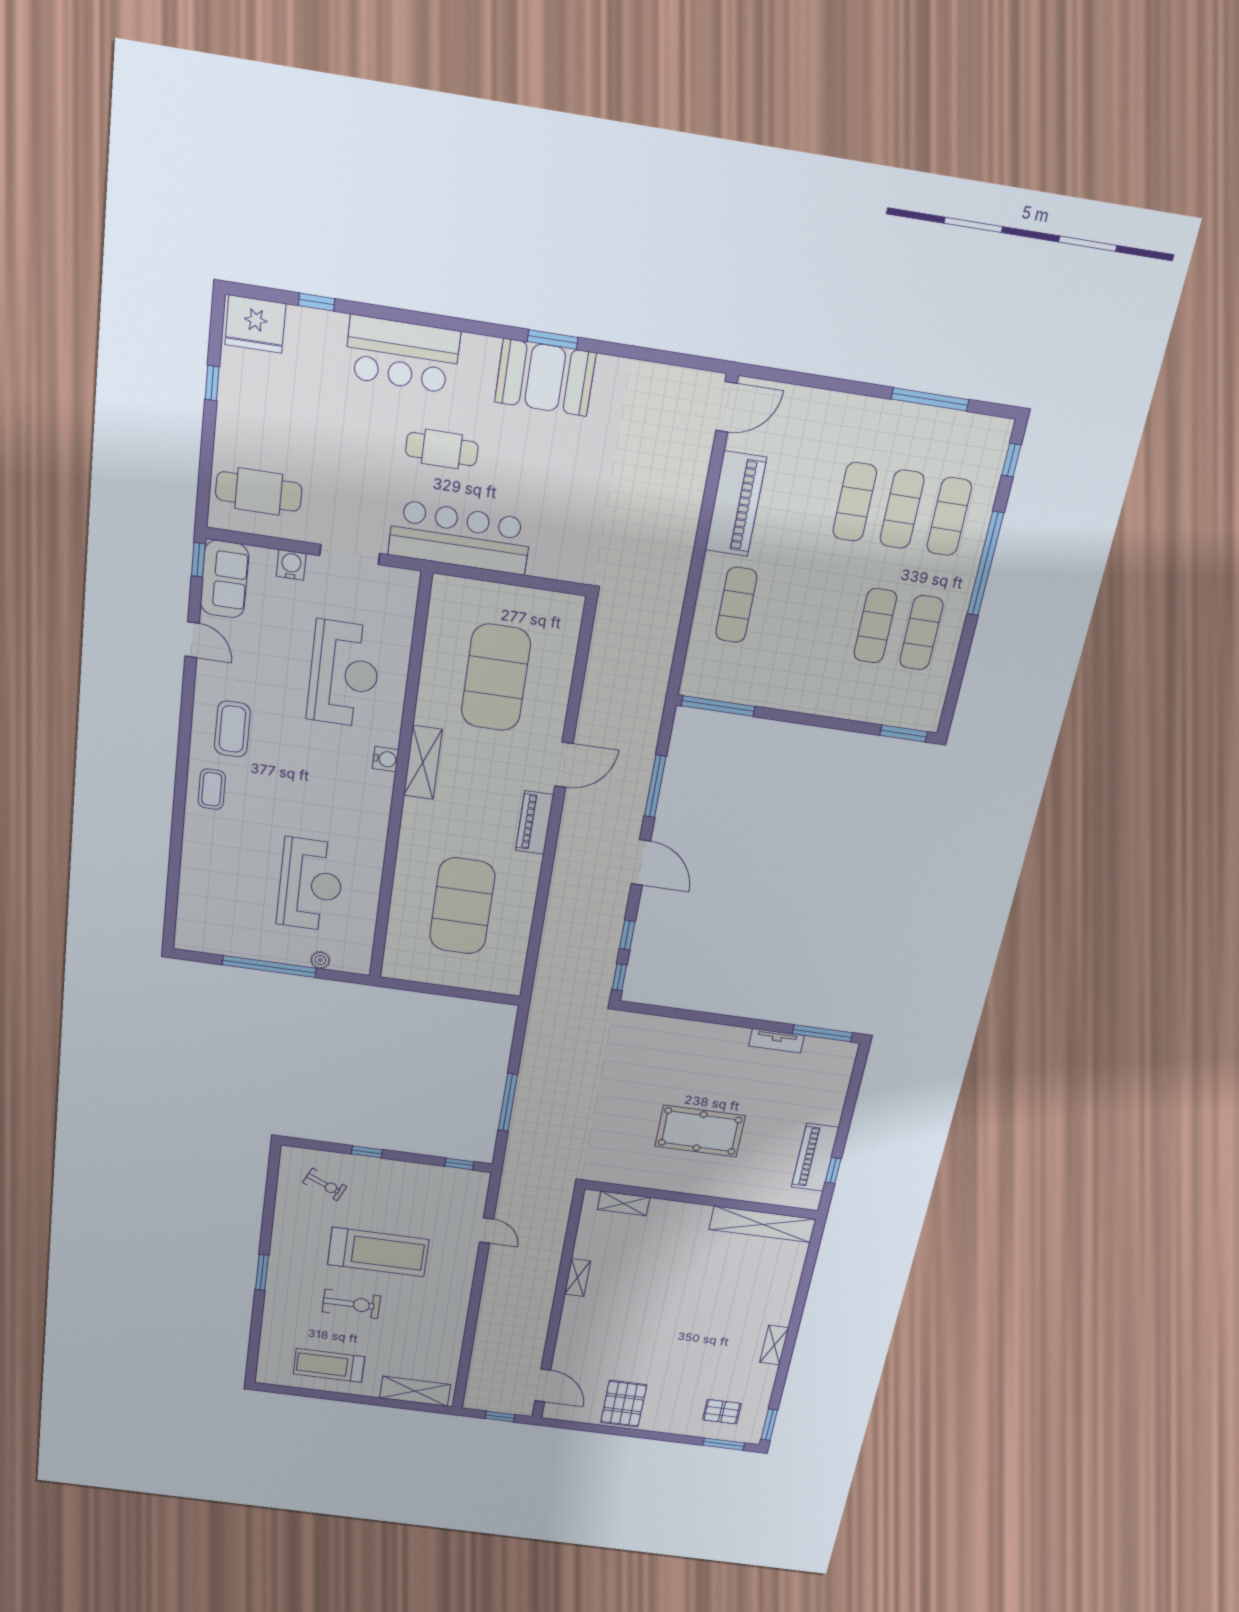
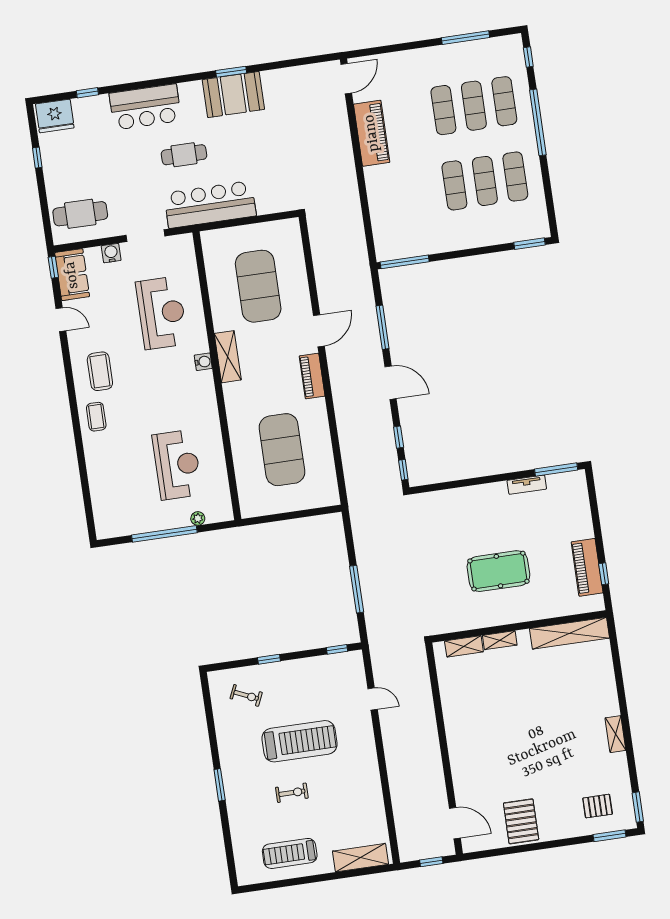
exercise mat: (736, 605) -> (454, 185), moved
shelving: (577, 1278) -> (500, 640), moved, turned 90
exercise bike: (351, 1304) -> (292, 793), width x0.73, depth x0.72

